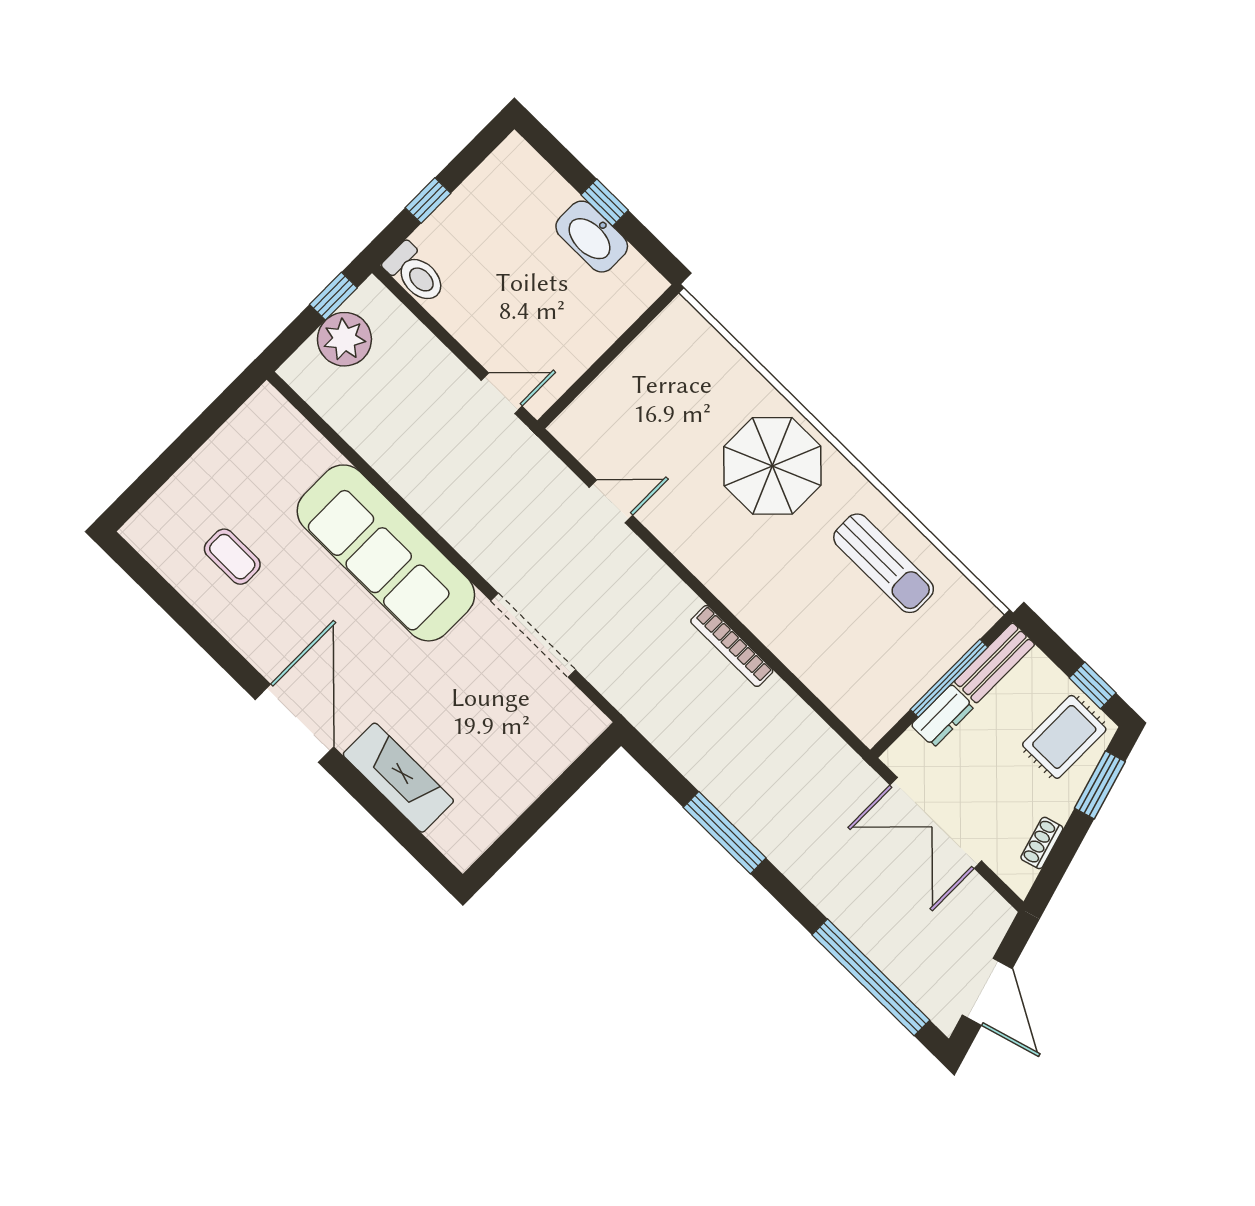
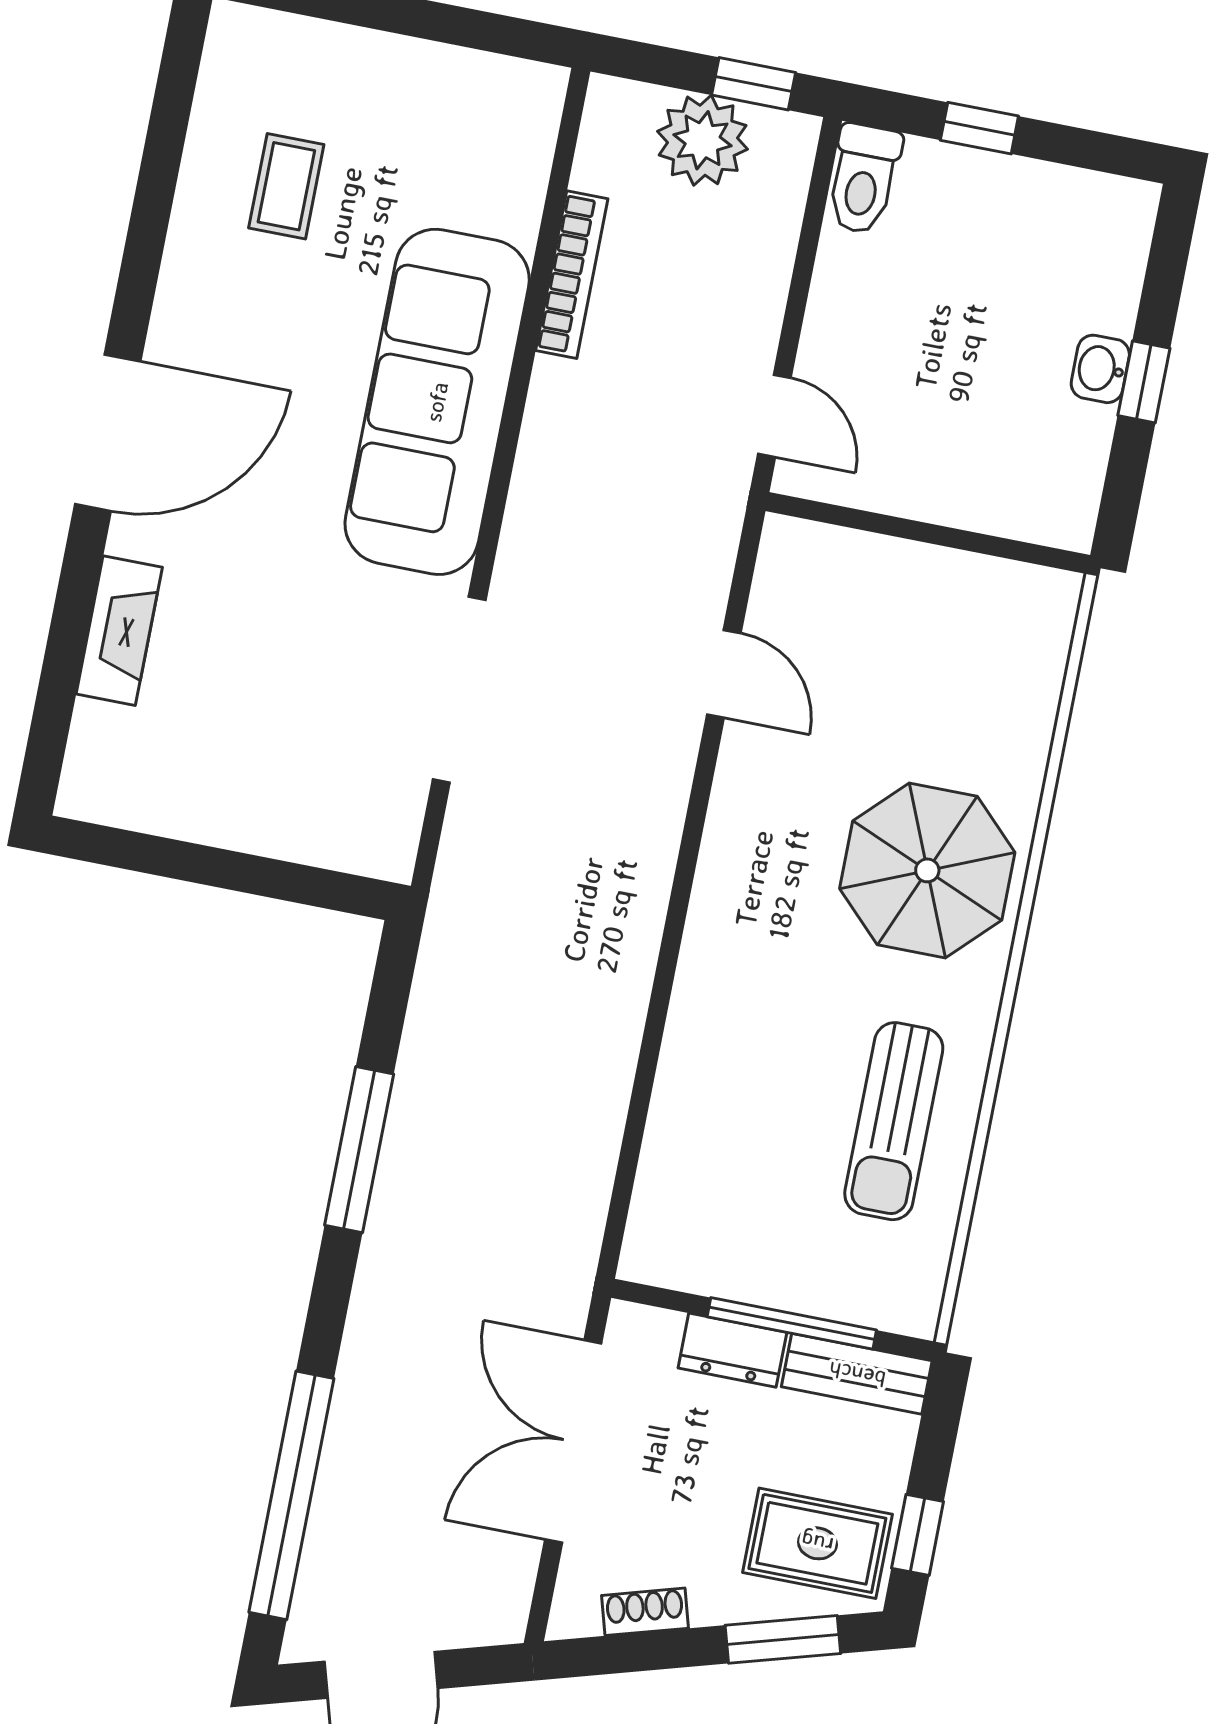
washbasin: (592, 237) -> (1100, 369), width x0.52, depth x0.69
bookcase: (732, 646) -> (572, 275), moved, turned 180
fireplace: (398, 778) -> (119, 631), width x0.73, depth x0.76

